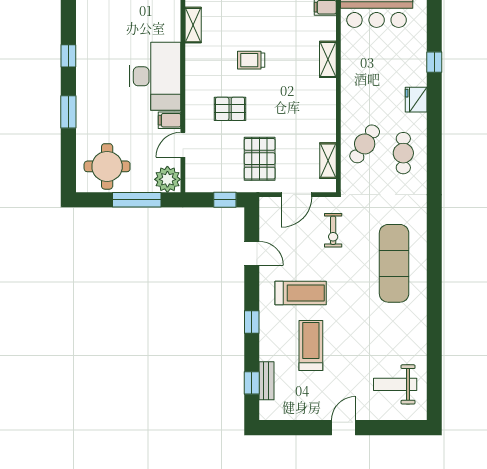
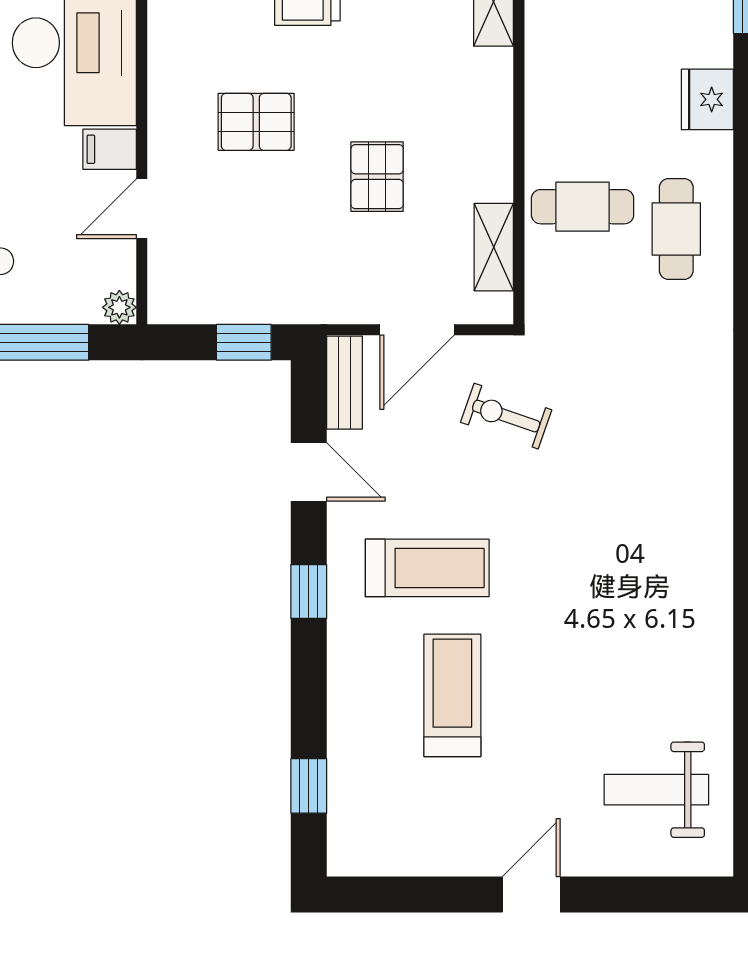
cafe table: (365, 144) -> (583, 207), turned 58
pallet: (260, 159) -> (377, 177), moved, width x0.67, depth x0.71
plant: (167, 179) -> (119, 307), width x0.53, depth x0.53
exercise bike: (333, 230) -> (506, 416), turned 109
exercise mat: (394, 263) -> (654, 496), removed
window: (252, 322) -> (309, 591), moved
bench: (266, 381) -> (344, 383), moved

